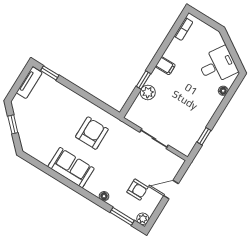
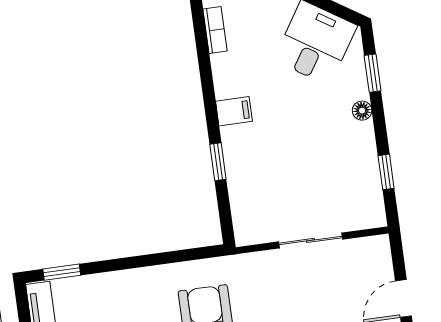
floor lamp: (223, 91) -> (362, 111), moved
plant: (148, 92) -> (241, 176), removed
window: (230, 95) -> (373, 73), added

